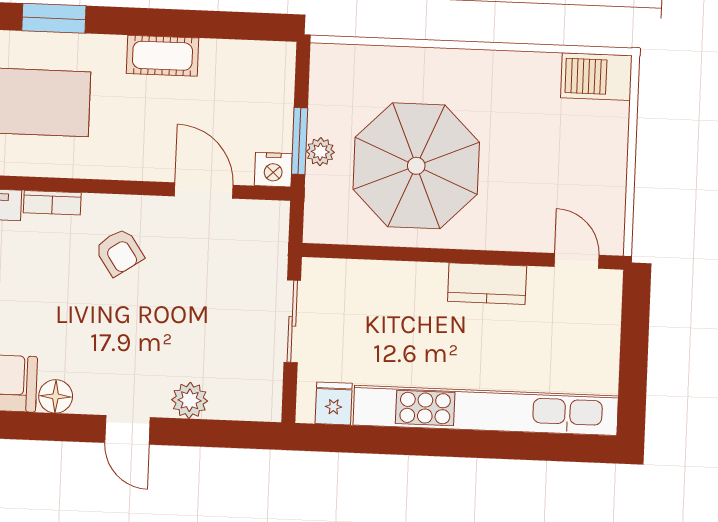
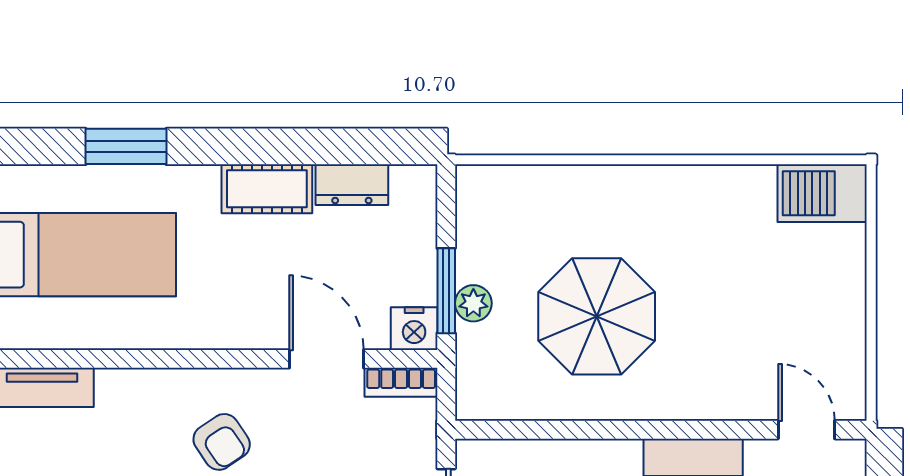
dresser: (229, 55) -> (352, 185), added
parasol: (416, 166) -> (597, 316), width x0.73, depth x0.73
bookcase: (52, 203) -> (401, 382), moved

